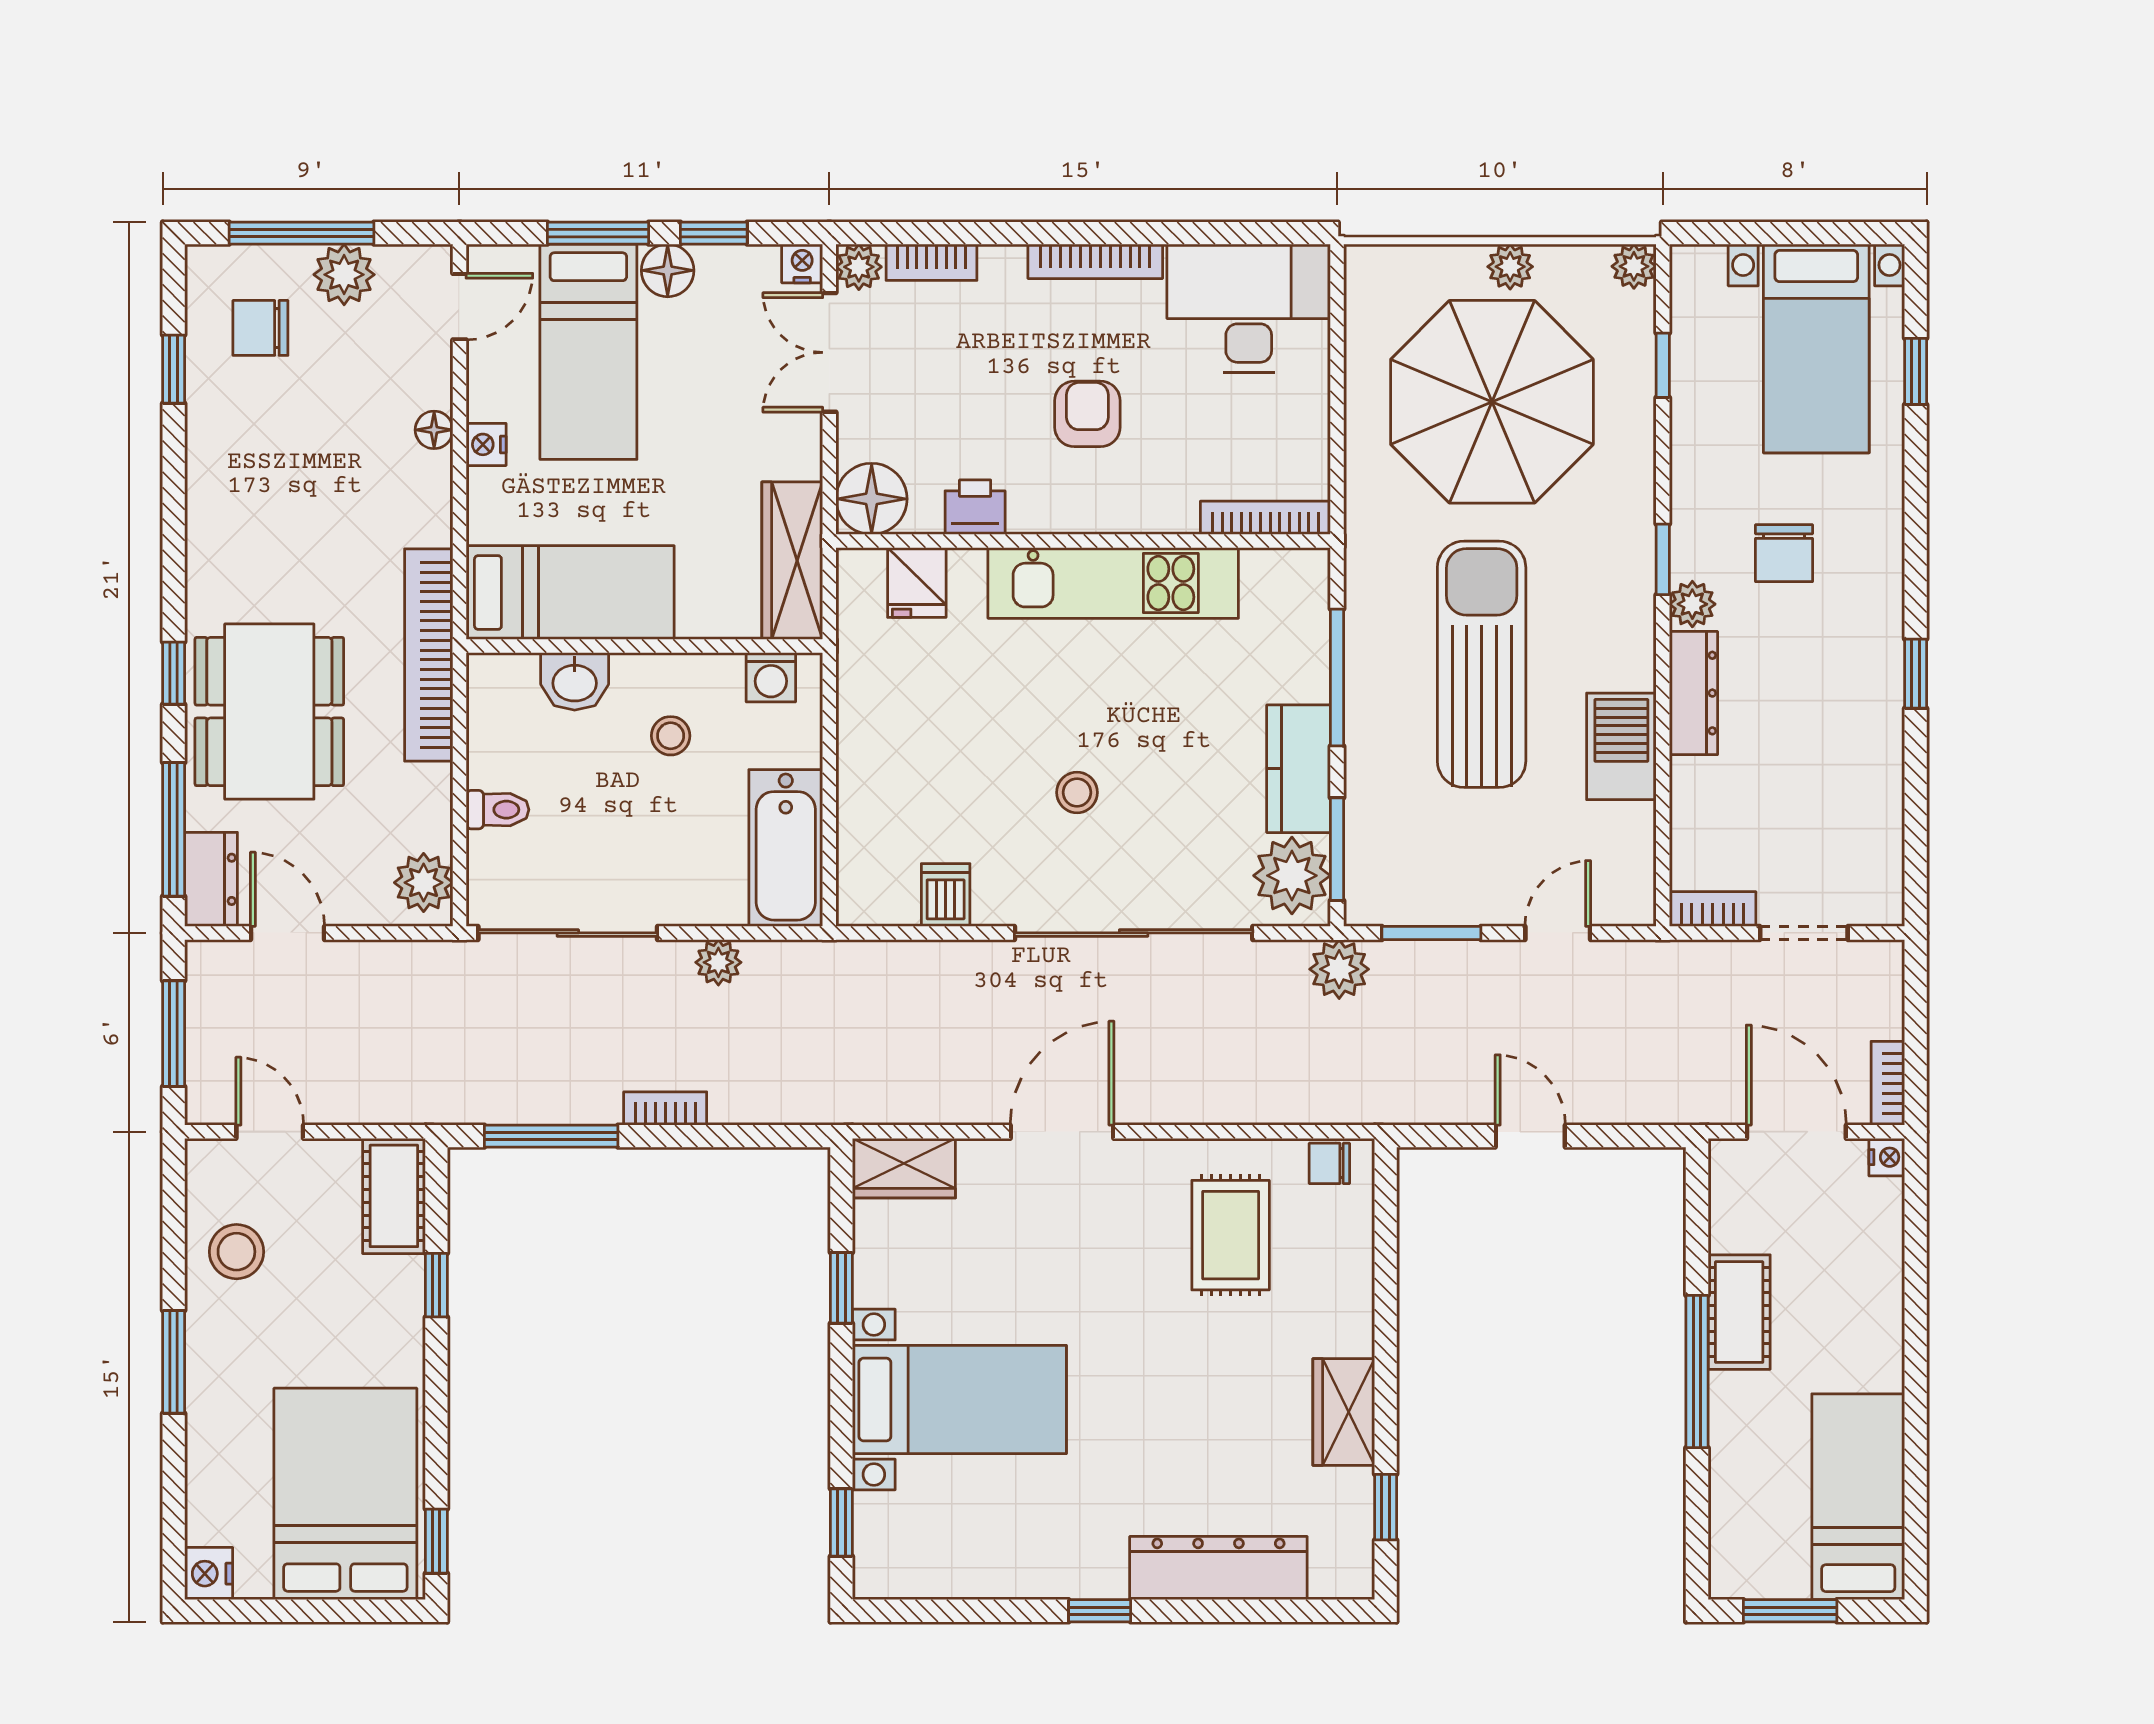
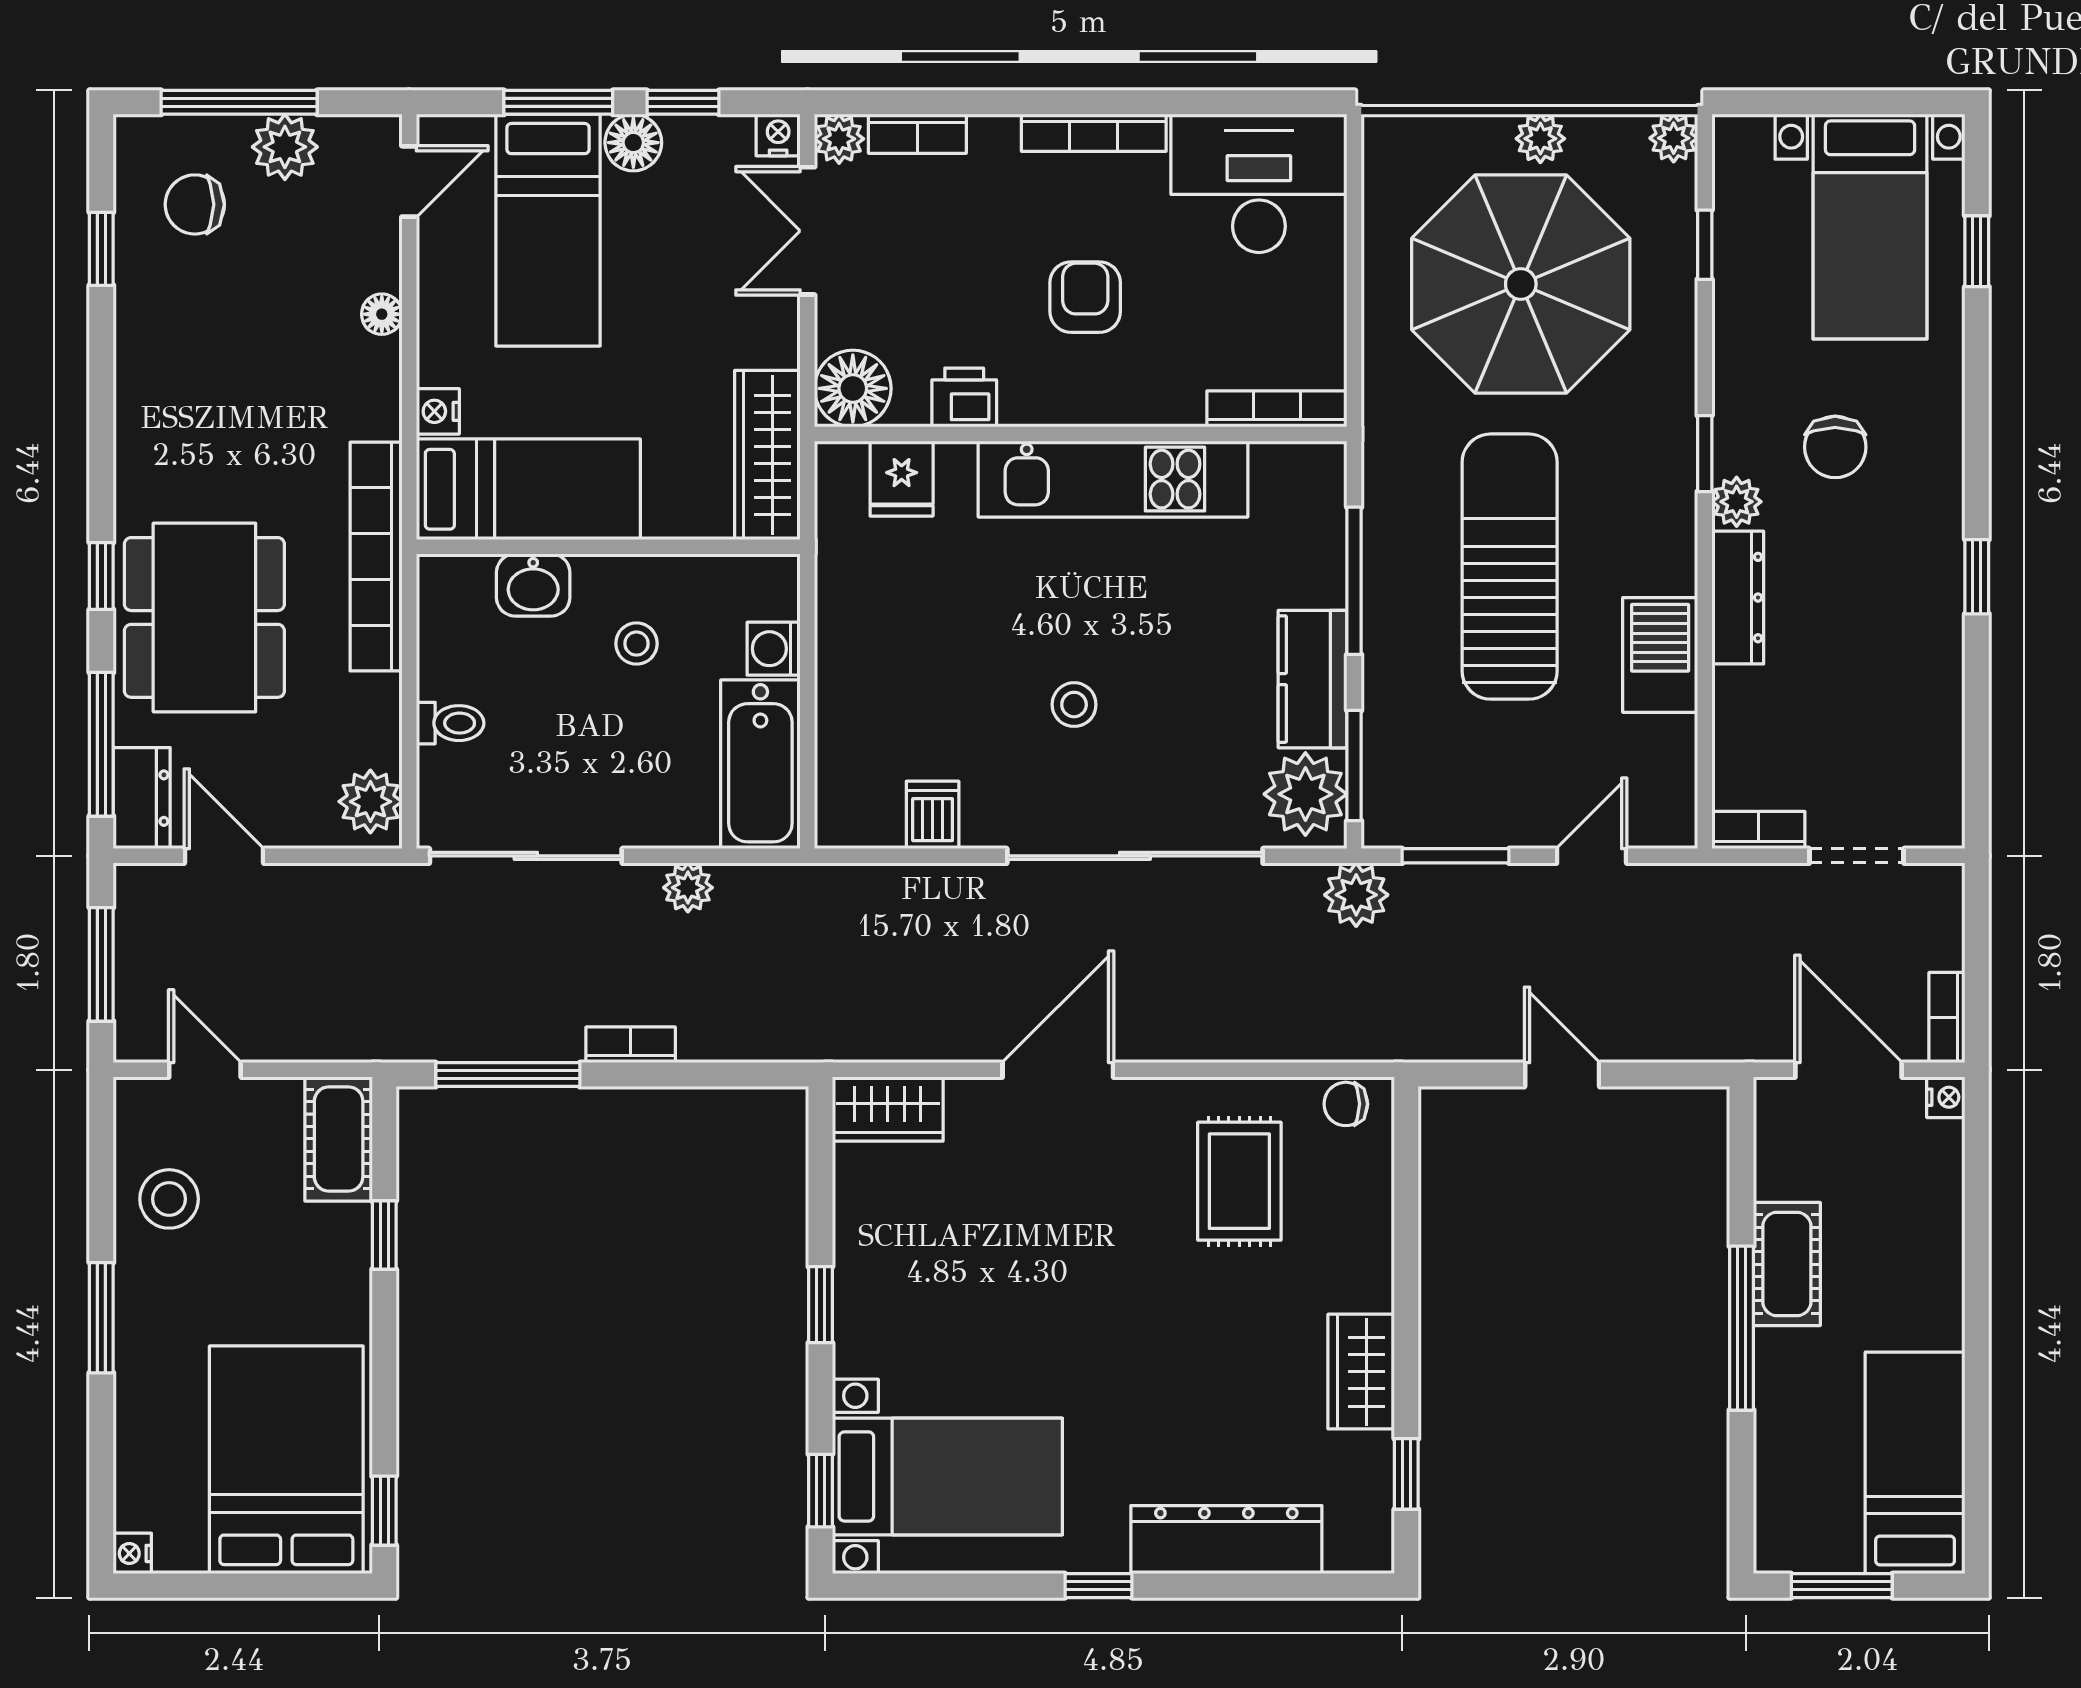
nightstand: (486, 444) -> (438, 411), moved
washing machine: (771, 677) -> (774, 649), moved, turned 90
window: (841, 1288) -> (820, 1305), moved
bed with nightstands: (959, 1400) -> (947, 1476), moved
nightstand: (209, 1574) -> (132, 1553), width x0.72, depth x0.74

